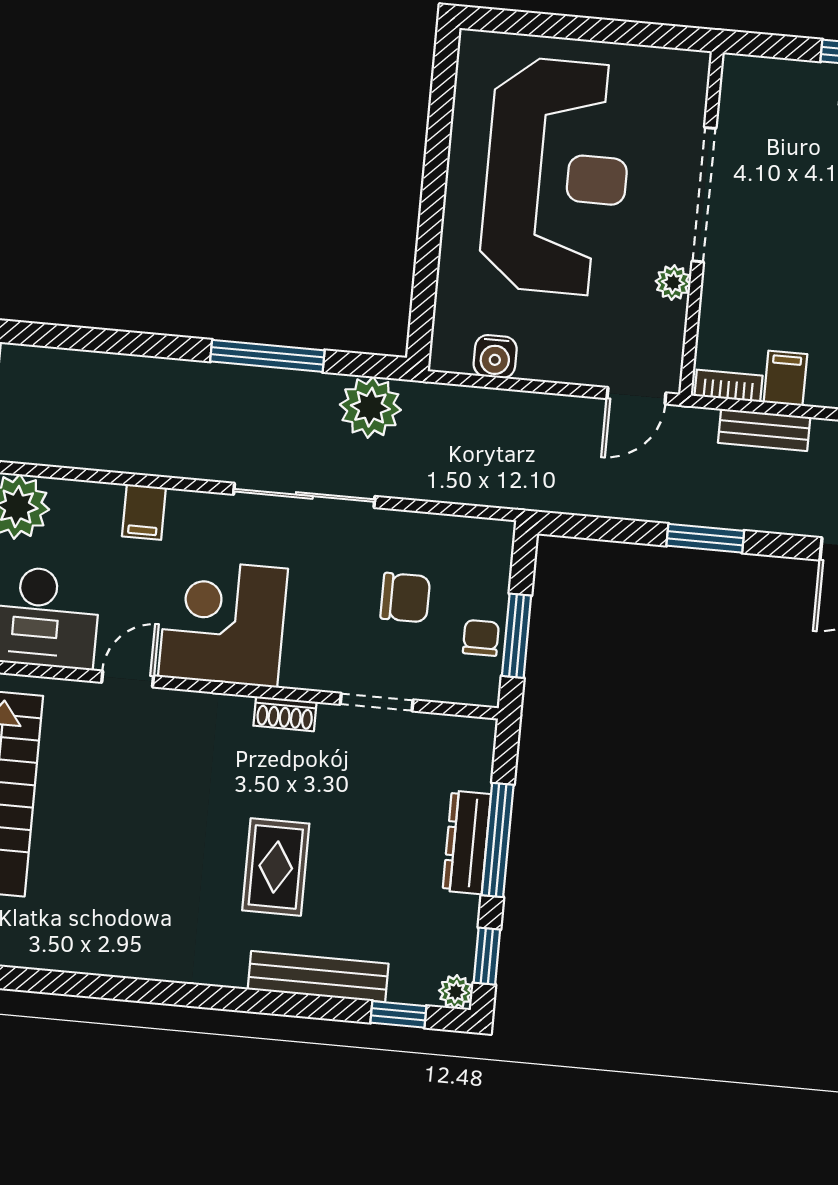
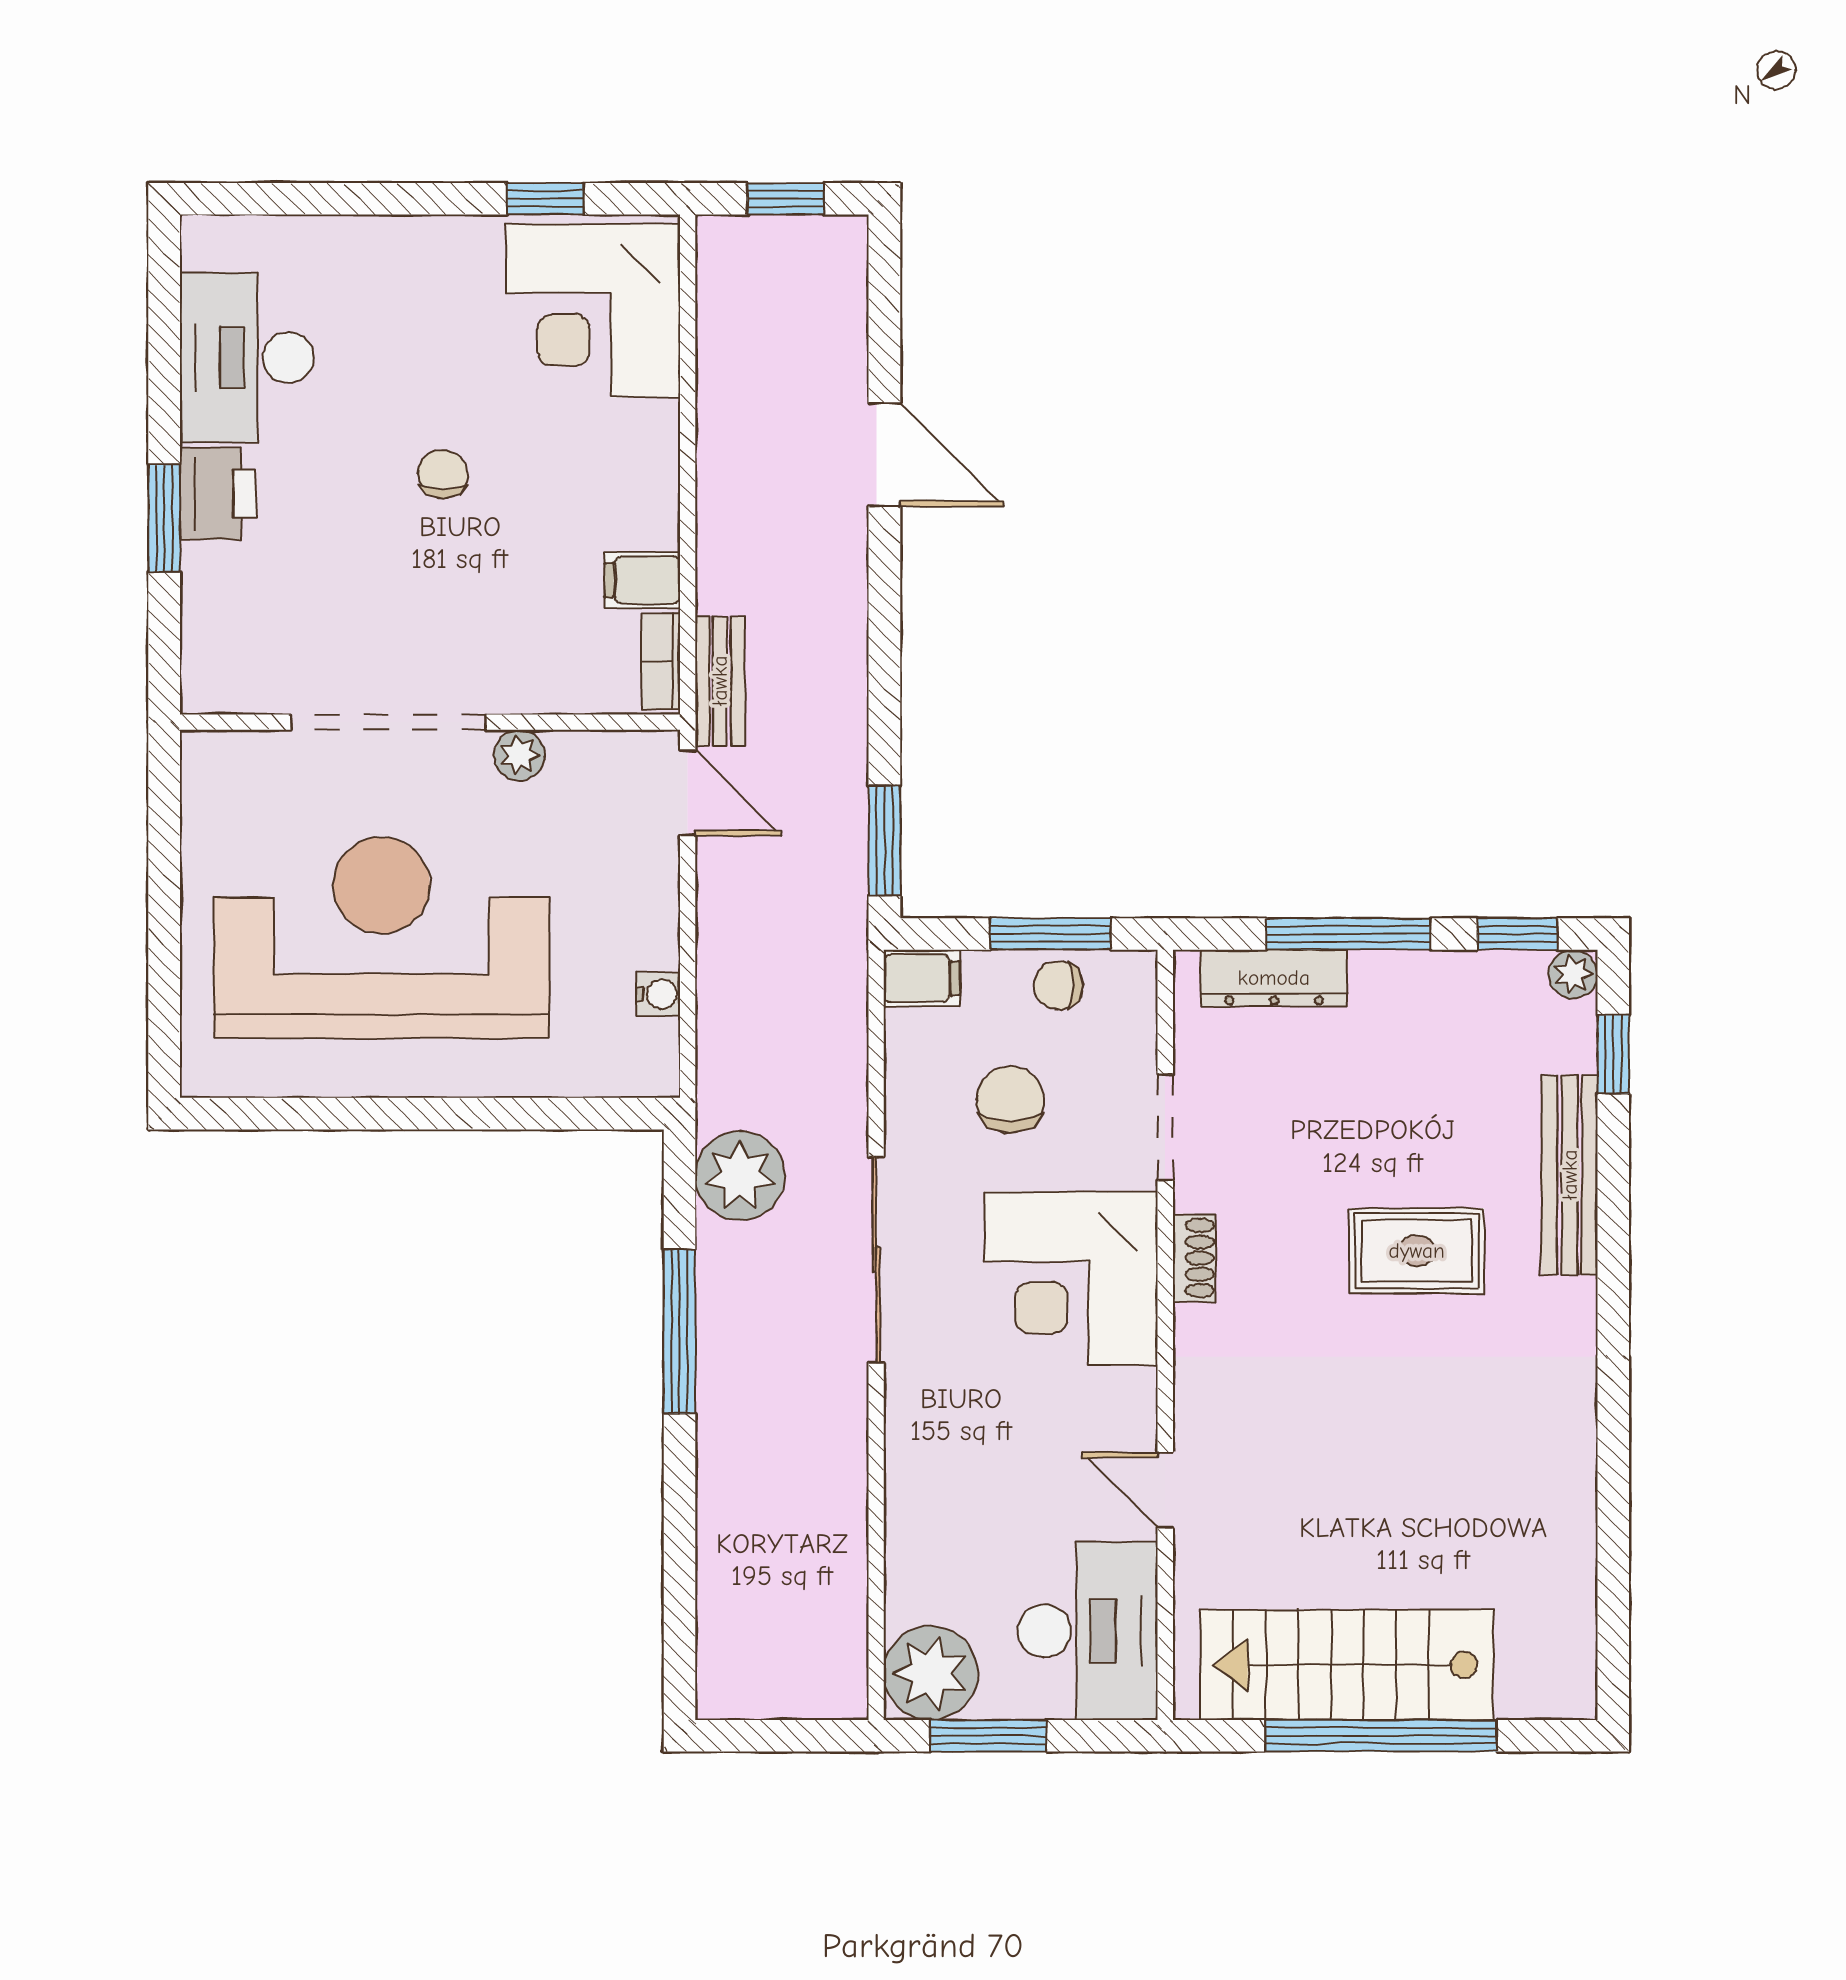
water cooler: (495, 357) -> (658, 994), width x0.72, depth x0.72
bench: (764, 430) -> (720, 681), moved
filing cabinet: (144, 512) -> (922, 978), moved
window: (705, 538) -> (884, 840), moved
corner desk: (223, 623) -> (1071, 1278), moved
dresser: (467, 842) -> (1274, 978), moved

